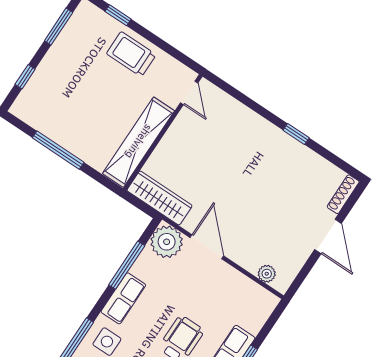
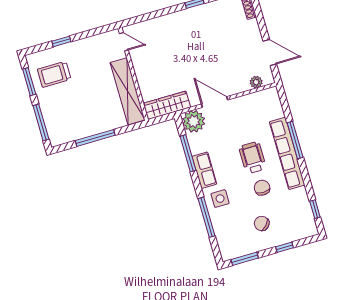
window: (118, 15) -> (61, 41), moved
trolley: (131, 54) -> (54, 74), moved
window: (25, 77) -> (41, 122), width x2.17
door: (328, 236) -> (270, 52), moved

